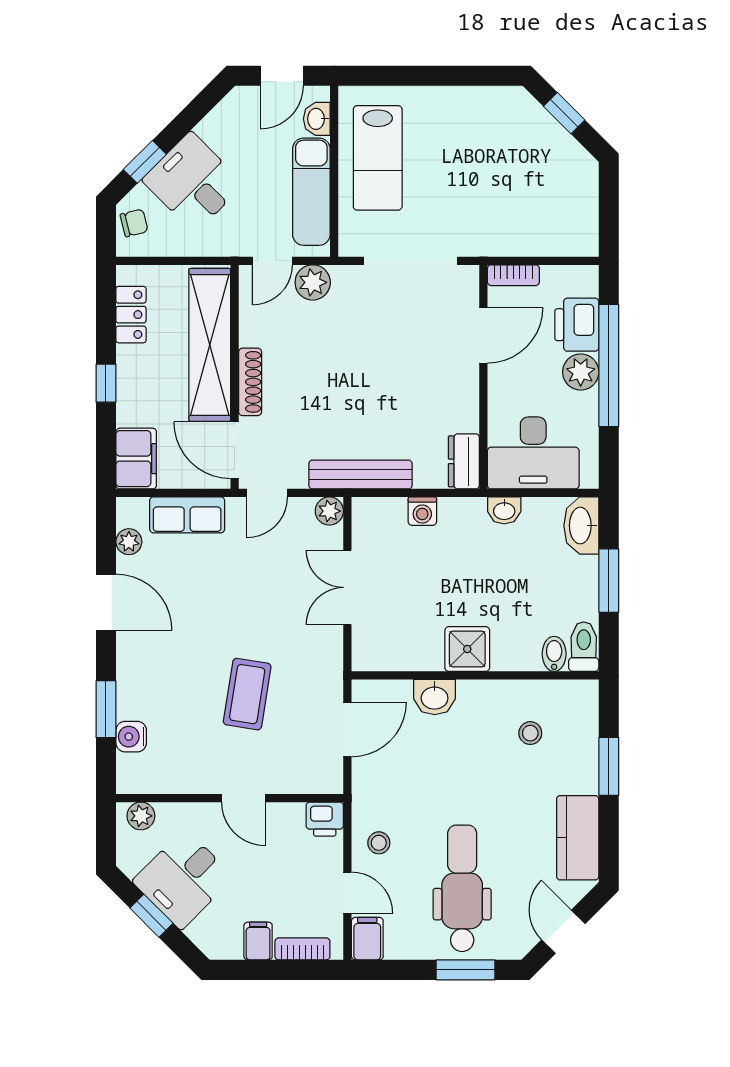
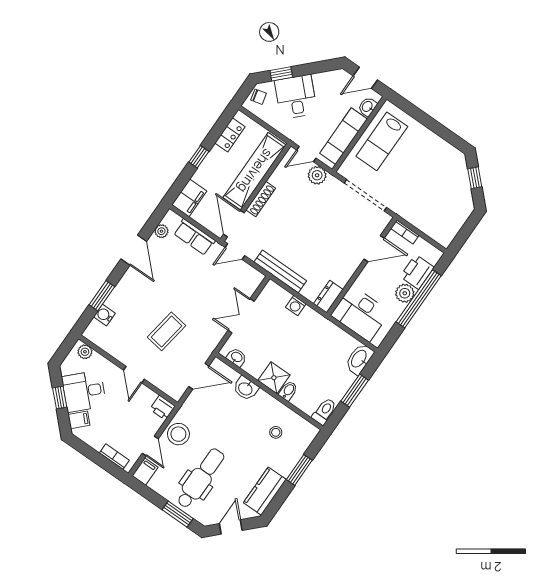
washbasin: (504, 510) -> (237, 357), moved, turned 180
plant: (329, 511) -> (256, 278), removed
bidet: (554, 654) -> (288, 391), moved
stool: (379, 843) -> (178, 434), width x1.89, depth x1.89
filing cabinet: (258, 941) -> (79, 420), moved, turned 45

